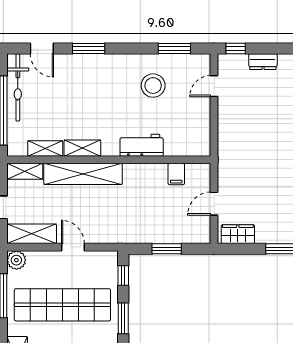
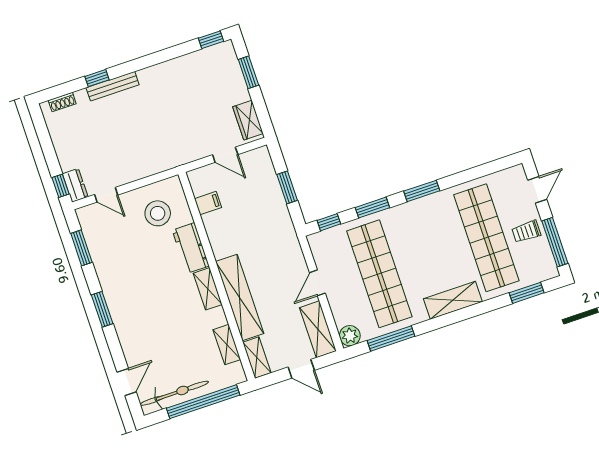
window: (89, 48) -> (102, 309), moved
dresser: (263, 62) -> (75, 185), moved
stool: (153, 86) -> (158, 213), moved
shelving: (82, 148) -> (208, 289), moved

